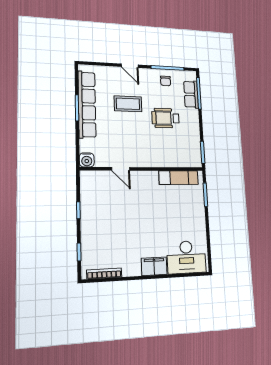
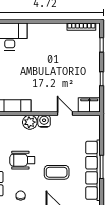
wheelchair: (165, 118) -> (22, 160), turned 180
plant: (160, 159) -> (30, 122), added
water cooler: (87, 160) -> (44, 121), moved
filing cabinet: (154, 266) -> (89, 105), moved, turned 180

